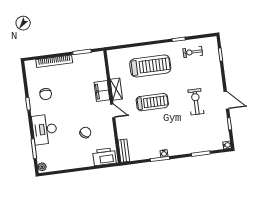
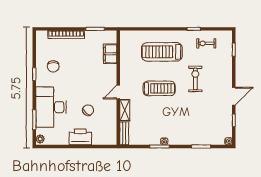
treadmill: (150, 66) -> (162, 52), turned 180
shelving: (116, 89) -> (125, 110), moved
filing cabinet: (102, 91) -> (110, 54), moved
door: (226, 100) -> (234, 96), hinge flipped
exercise bike: (196, 102) -> (195, 79), moved
door: (113, 111) -> (118, 92), swing flipped
desk: (45, 129) -> (51, 107), width x1.36, depth x1.30
printer: (104, 157) -> (80, 137), moved

